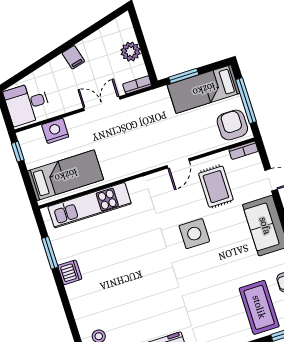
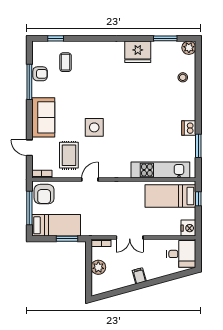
nightstand: (55, 131) -> (188, 228), moved, turned -90
window: (18, 152) -> (198, 199), moved
coffee table: (259, 307) -> (66, 62), width x0.54, depth x0.58

